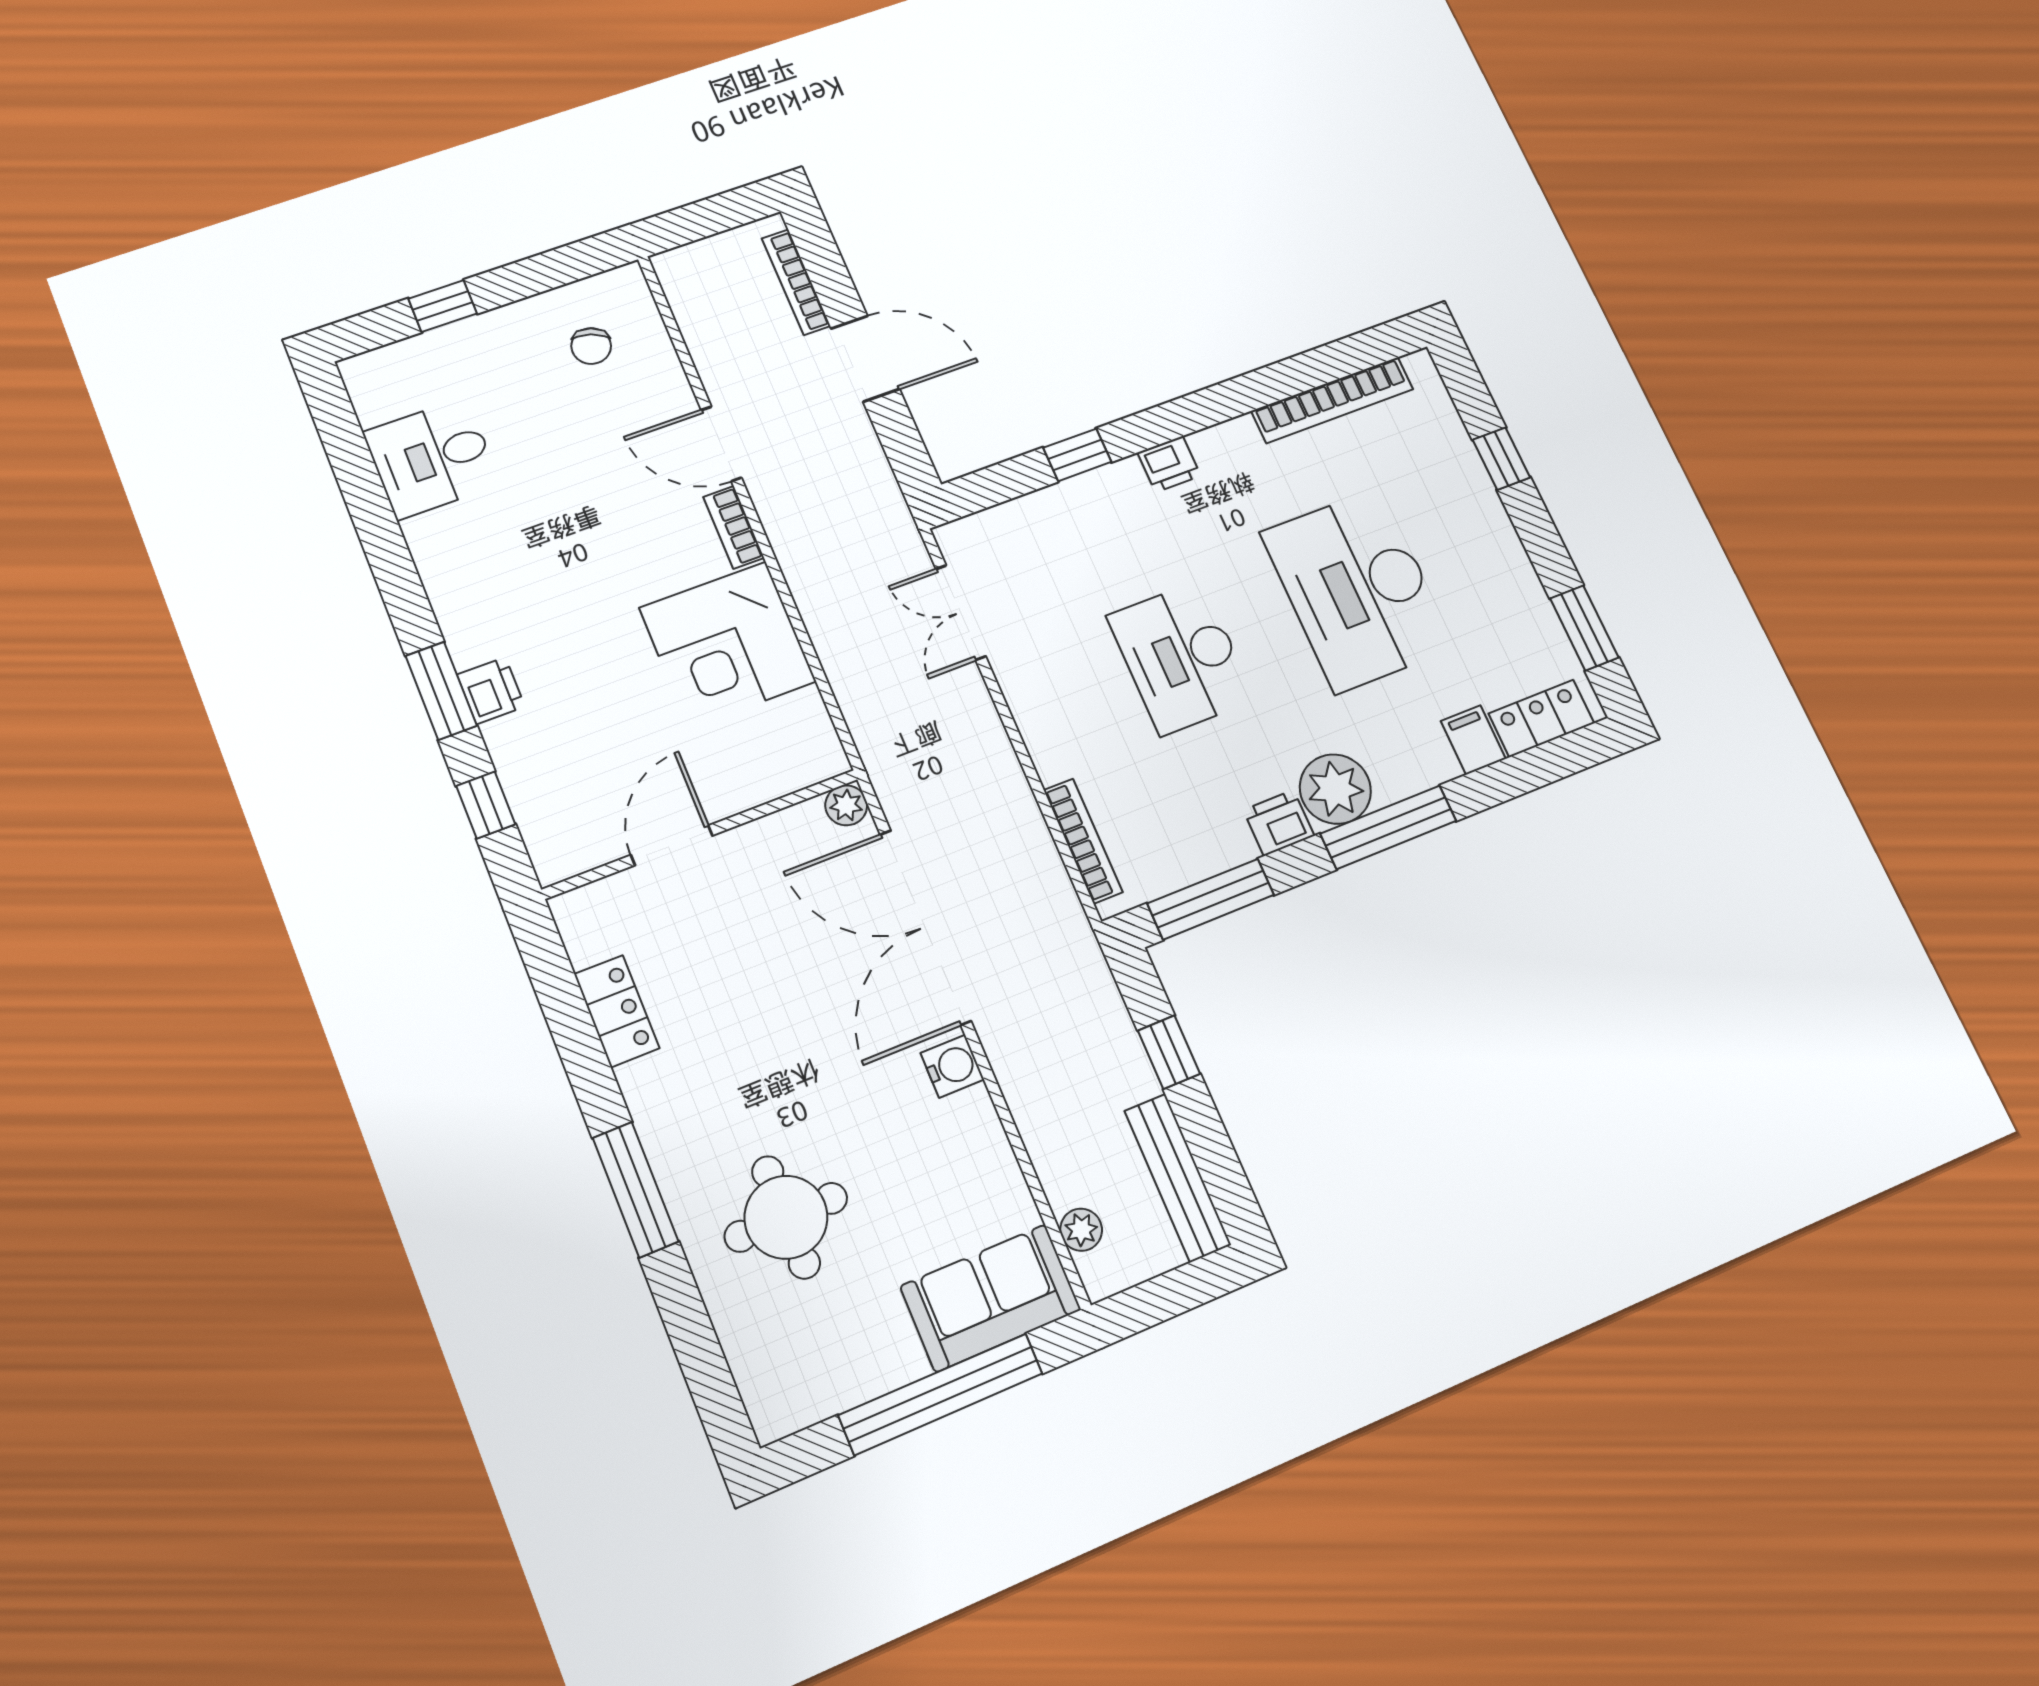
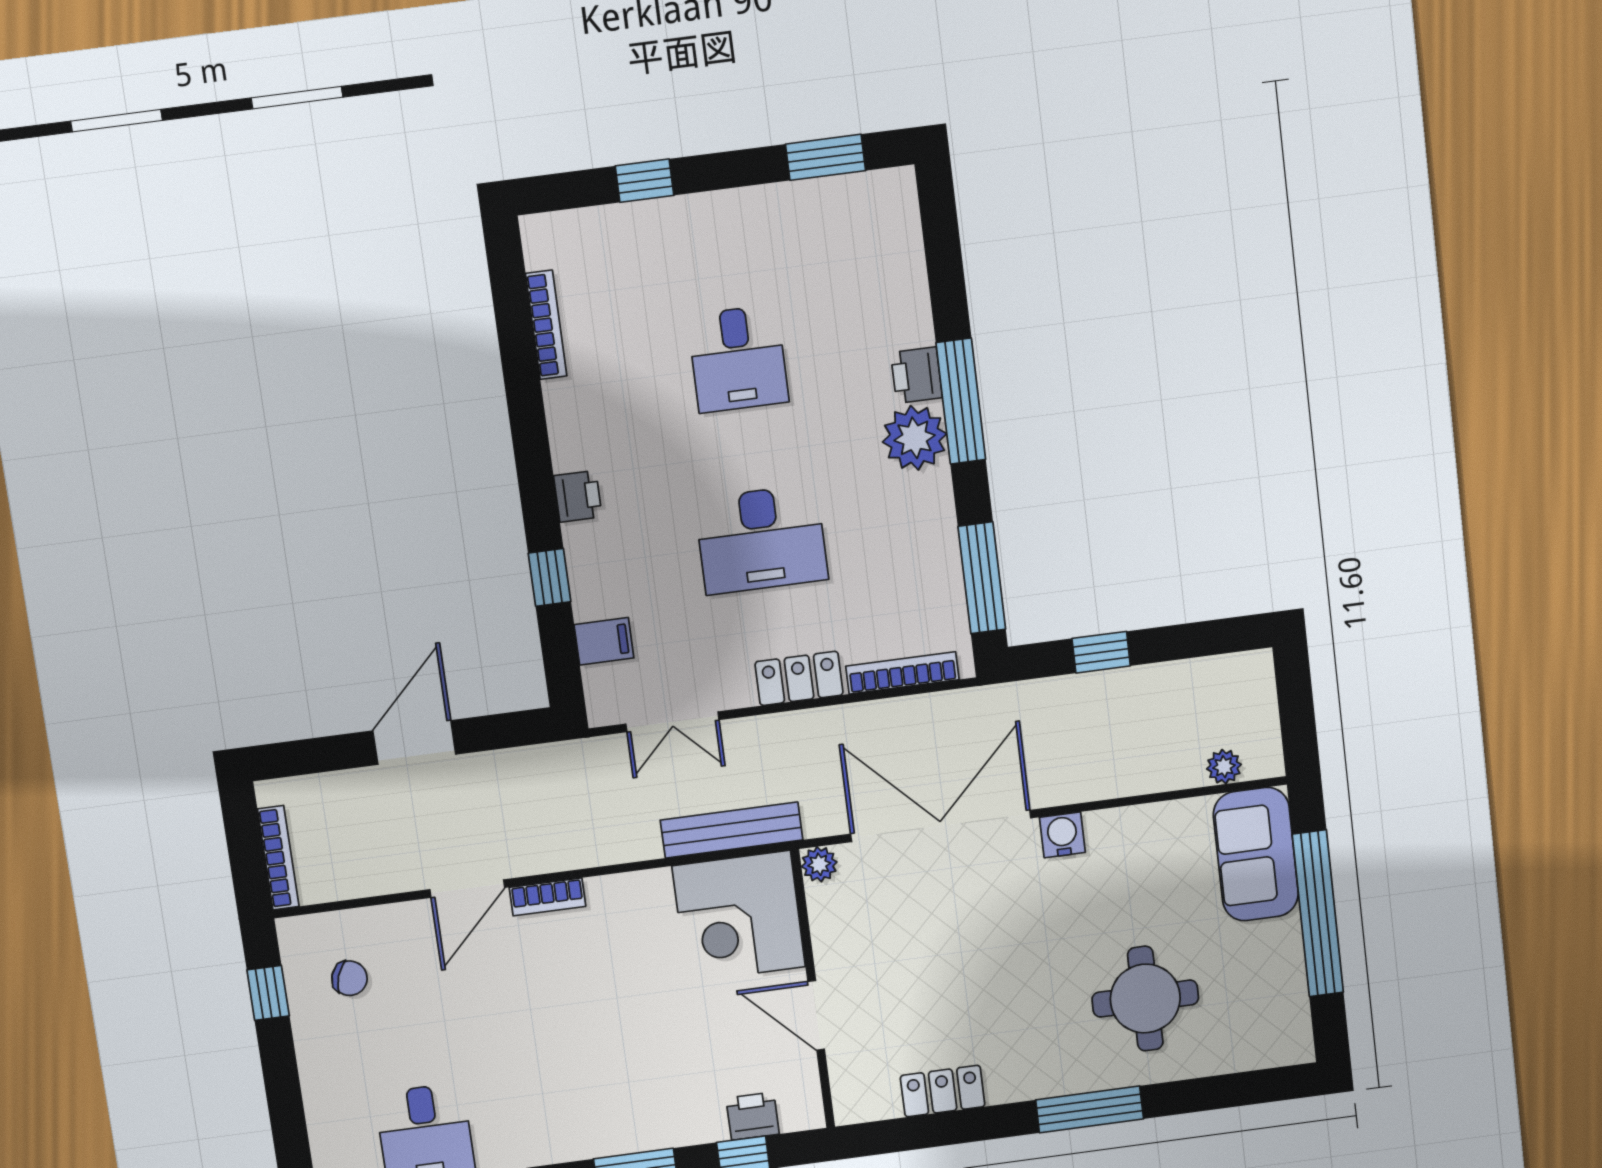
bookcase: (796, 282) -> (278, 858), moved, turned -90
window: (443, 306) -> (268, 993), moved
bookcase: (1332, 400) -> (546, 325), width x0.68, depth x0.76
desk: (1358, 590) -> (738, 359), width x0.53, depth x0.77
corner desk: (728, 645) -> (739, 916), moved, turned 90
printer: (491, 691) -> (753, 1116), moved
locker: (1541, 718) -> (799, 678), moved, turned 90
filing cabinet: (1473, 740) -> (604, 641), moved, turned 180
printer: (1279, 823) -> (916, 375), moved
double door: (925, 927) -> (941, 826), swing flipped
bench: (1178, 1178) -> (732, 830), moved

